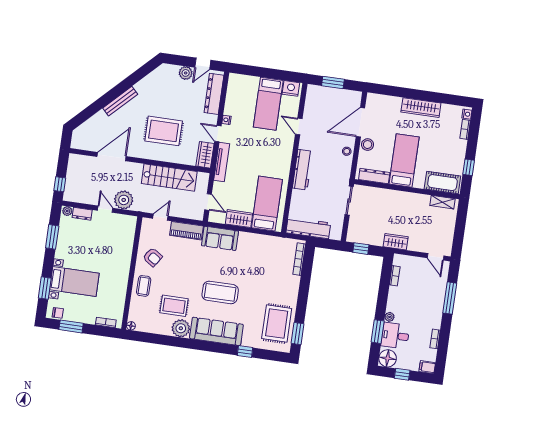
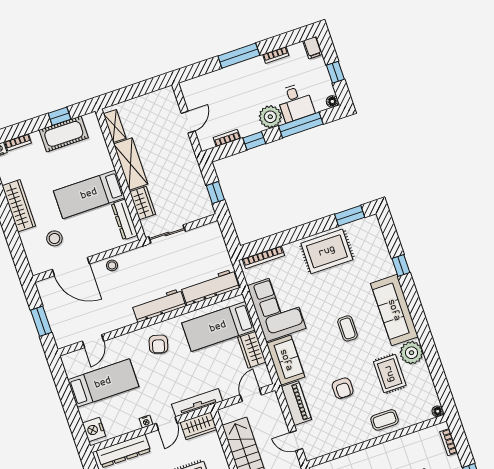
nightstand: (291, 88) -> (94, 429), moved
door: (299, 126) -> (93, 341), moved
stool: (368, 145) -> (54, 238), moved
armchair: (276, 156) -> (158, 344), added
cot: (442, 183) -> (64, 134), moved, turned 90
shelving: (411, 200) -> (131, 164), added
workbench: (308, 228) -> (210, 287), moved, turned 90
wardrobe: (396, 242) -> (143, 203), moved, turned 180
corner sofa: (260, 251) -> (277, 307), added
armchair: (153, 257) -> (343, 388), moved, turned 146
door: (436, 257) -> (188, 122), moved
coffee table: (220, 292) -> (348, 328), width x0.54, depth x0.58
window: (383, 294) -> (254, 141), added
window: (450, 298) -> (239, 56), moved
plant: (390, 317) -> (270, 117), width x1.88, depth x1.88
rug: (277, 324) -> (327, 251), moved
window: (378, 332) -> (301, 125), width x1.44
floor lamp: (388, 358) -> (332, 101), width x0.53, depth x0.53

